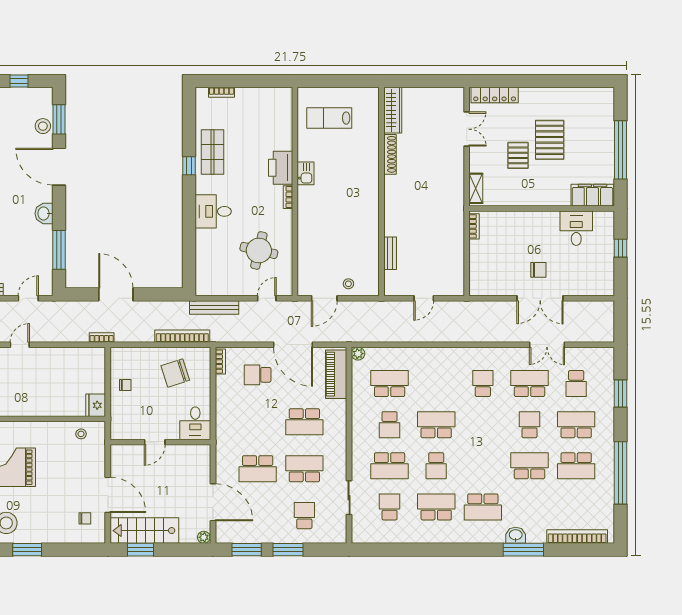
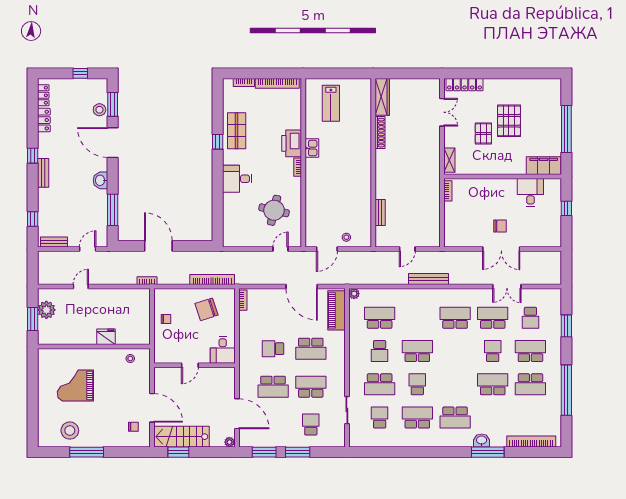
bookcase: (263, 93) -> (277, 83), added
lab bench: (329, 118) -> (331, 103), turned -90
bench: (214, 307) -> (428, 279), moved
school desk: (258, 375) -> (273, 349), moved
school desk: (483, 384) -> (455, 318), width x1.85
fridge: (96, 405) -> (106, 337), moved, turned 90
school desk: (436, 466) -> (417, 384), turned 180
window: (27, 550) -> (87, 452), width x1.44

